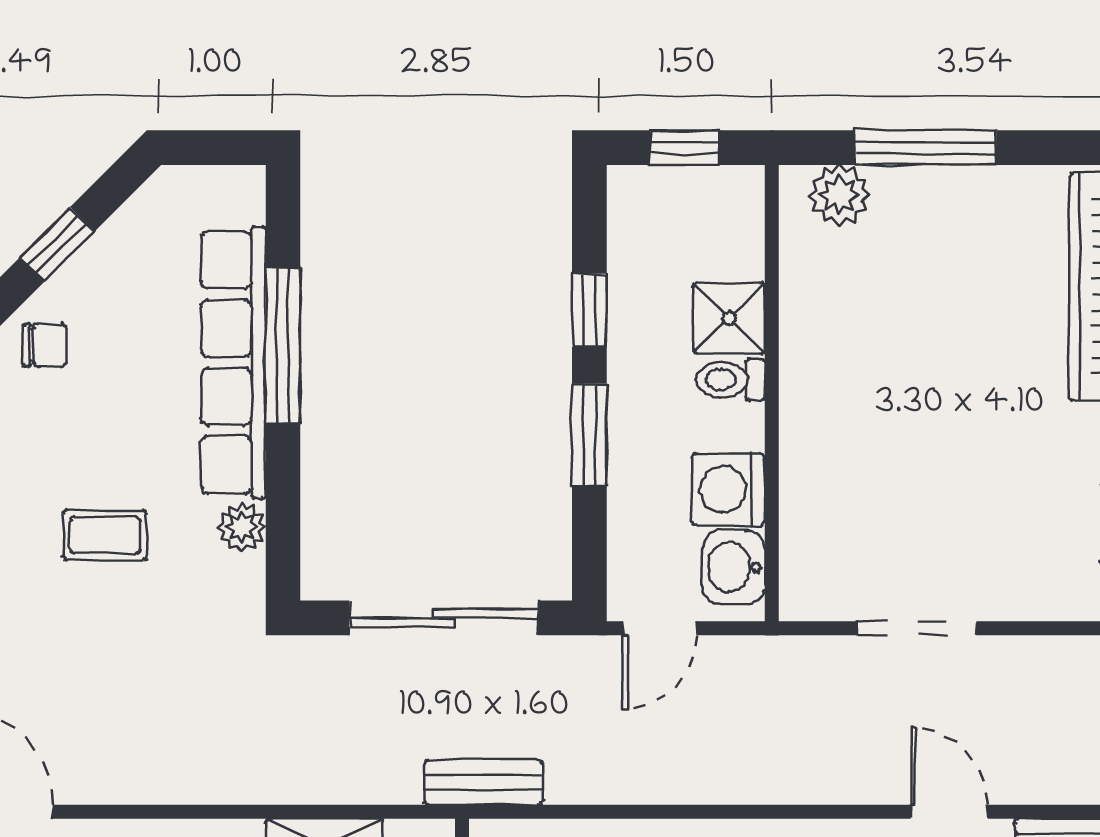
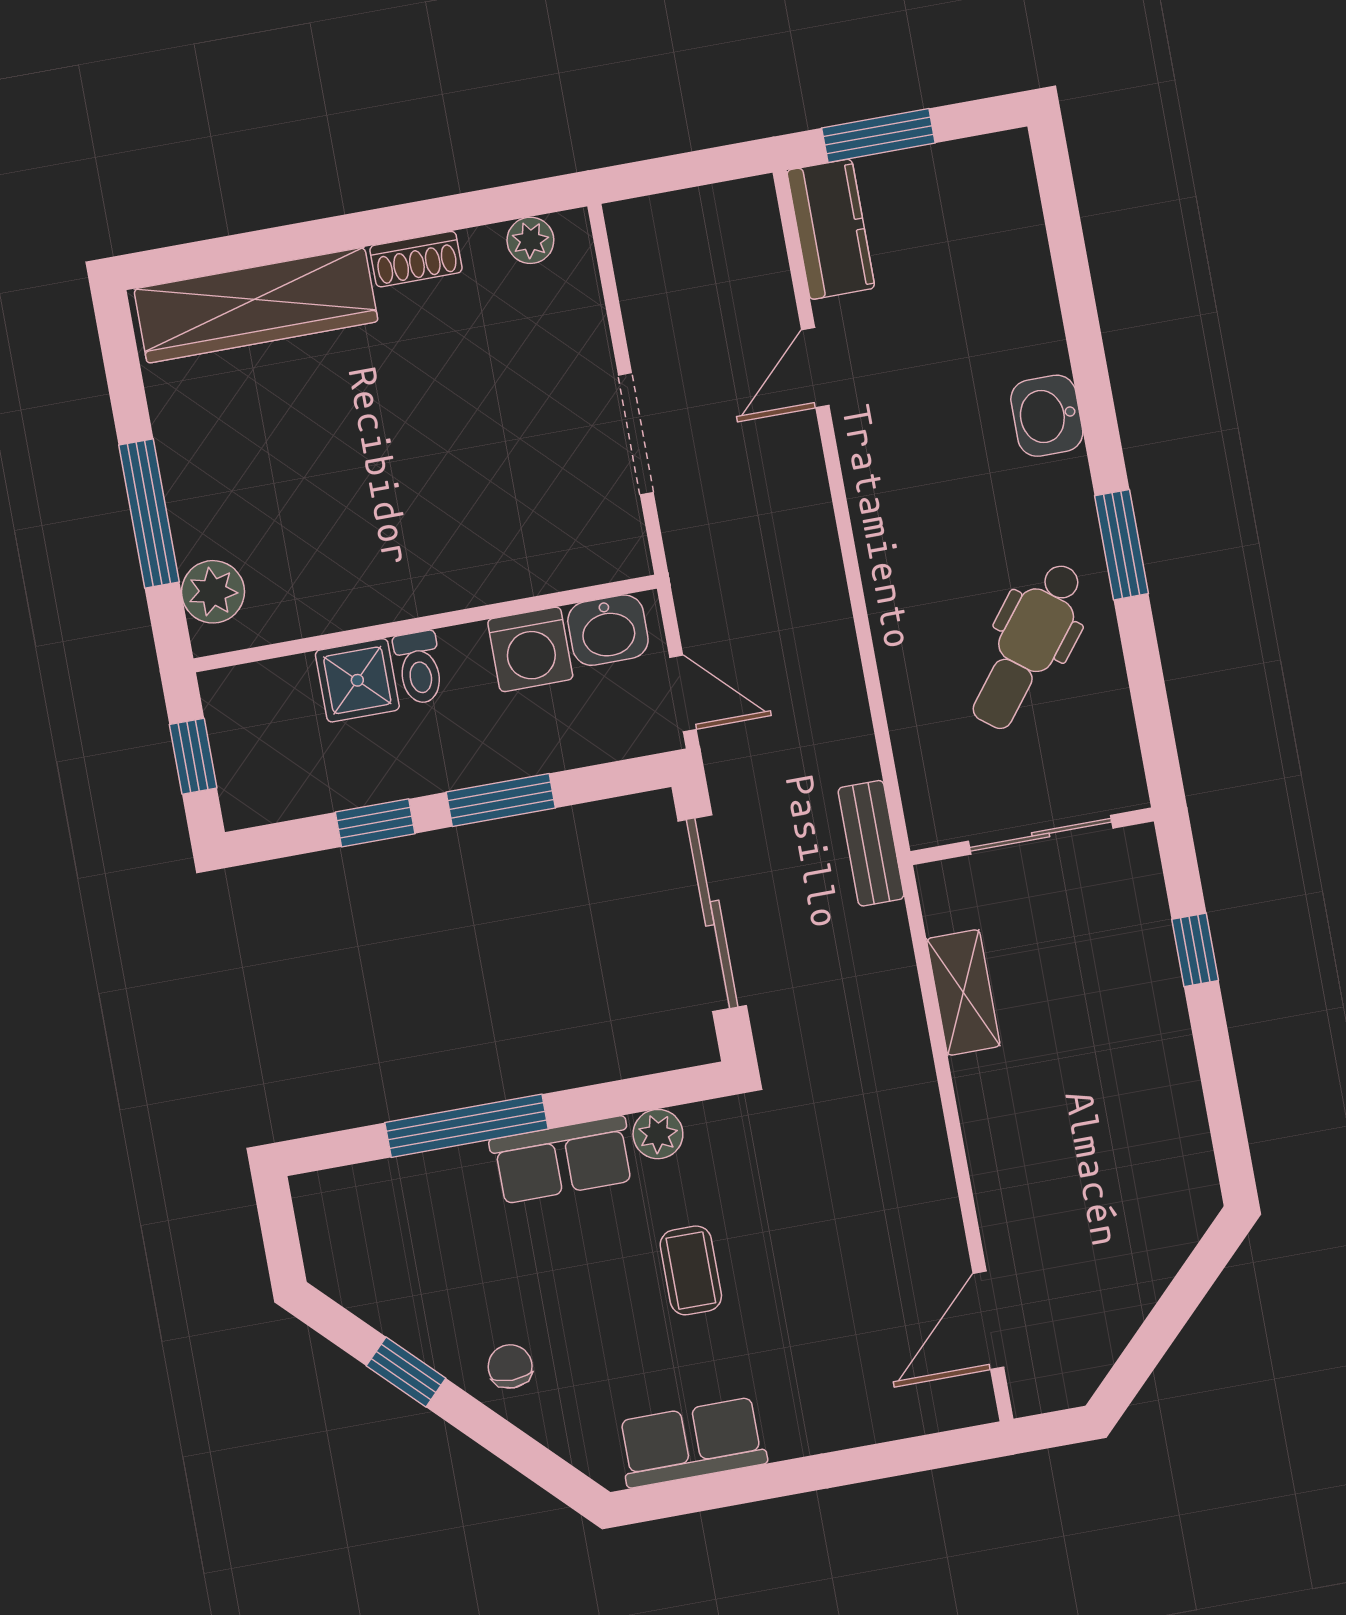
row of seats: (233, 362) -> (562, 1160), width x0.50

